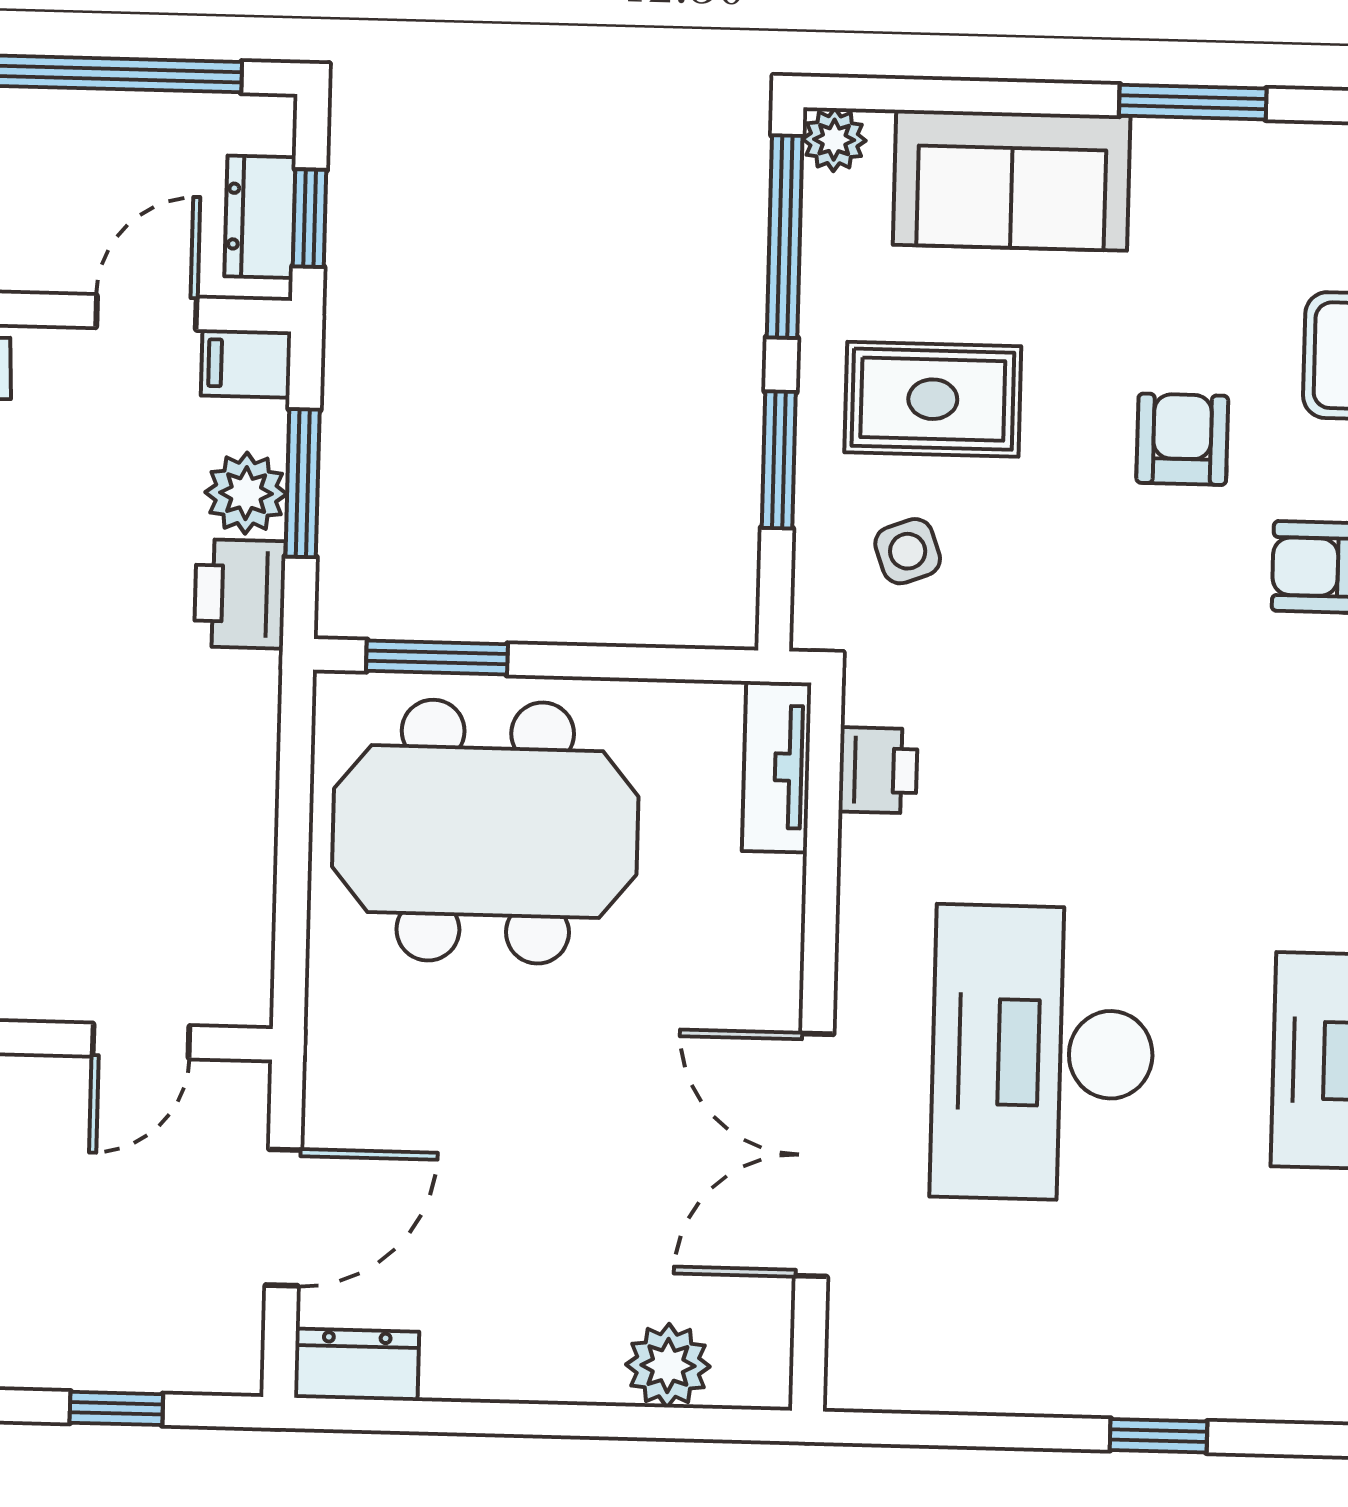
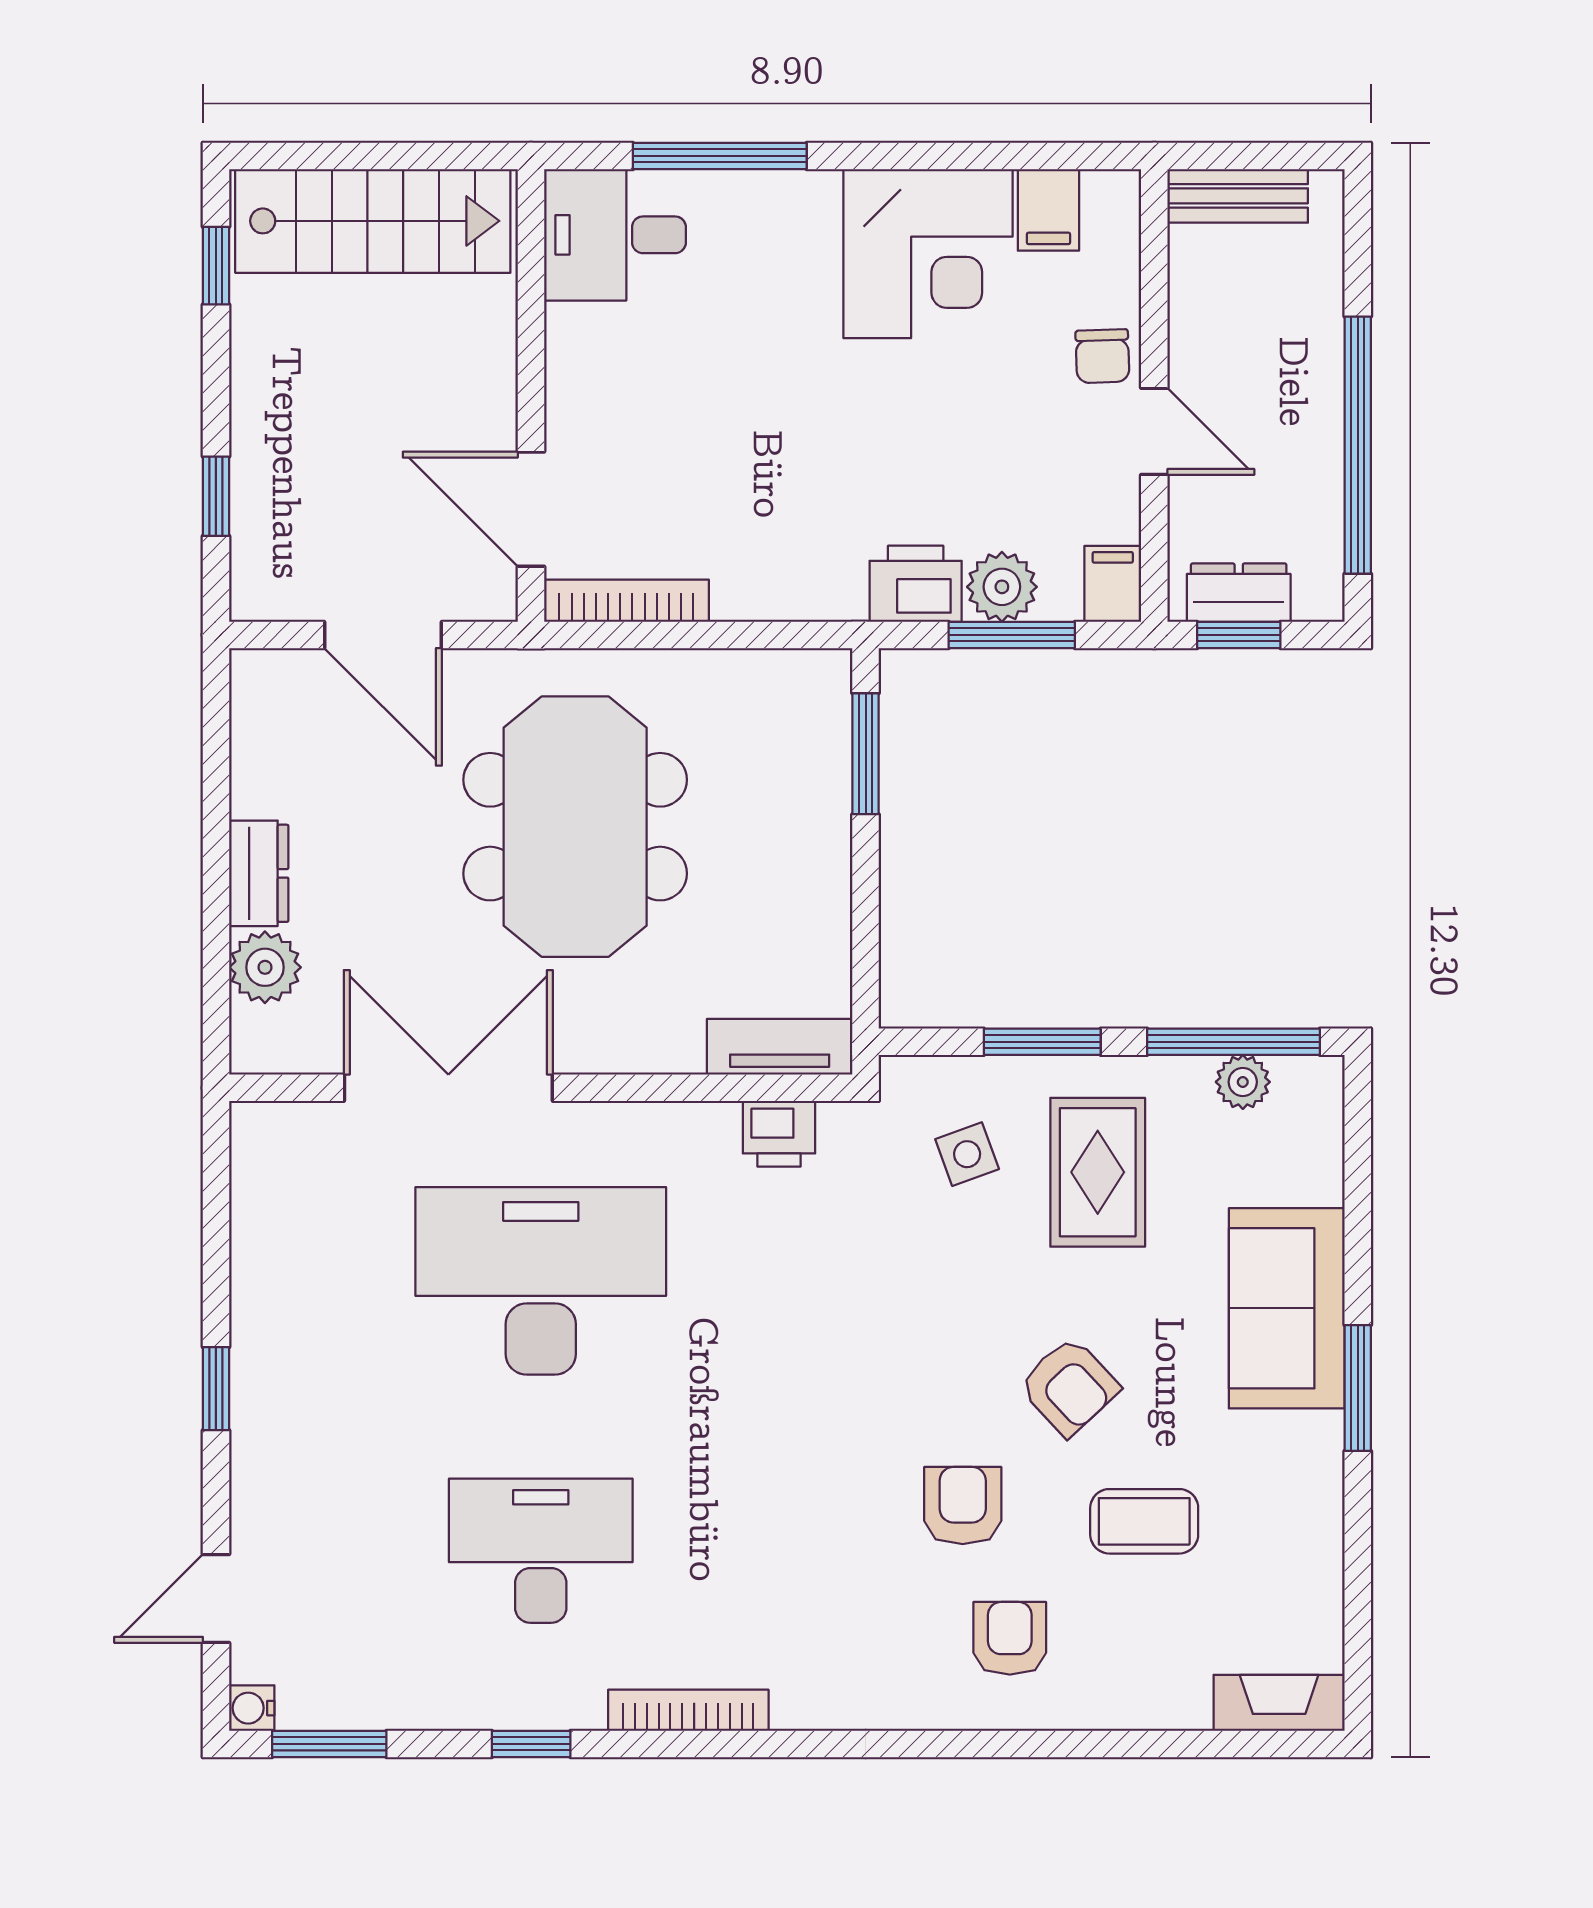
plant: (834, 140) -> (1243, 1082), moved
sofa: (1012, 180) -> (1287, 1308), moved
door: (146, 312) -> (1154, 431), moved
armchair: (1182, 439) -> (1069, 1387), turned 47
meeting table: (485, 832) -> (575, 827), moved
bookcase: (251, 932) -> (626, 601), added
door: (141, 1041) -> (531, 509), width x1.38
dresser: (357, 1365) -> (259, 873), moved

